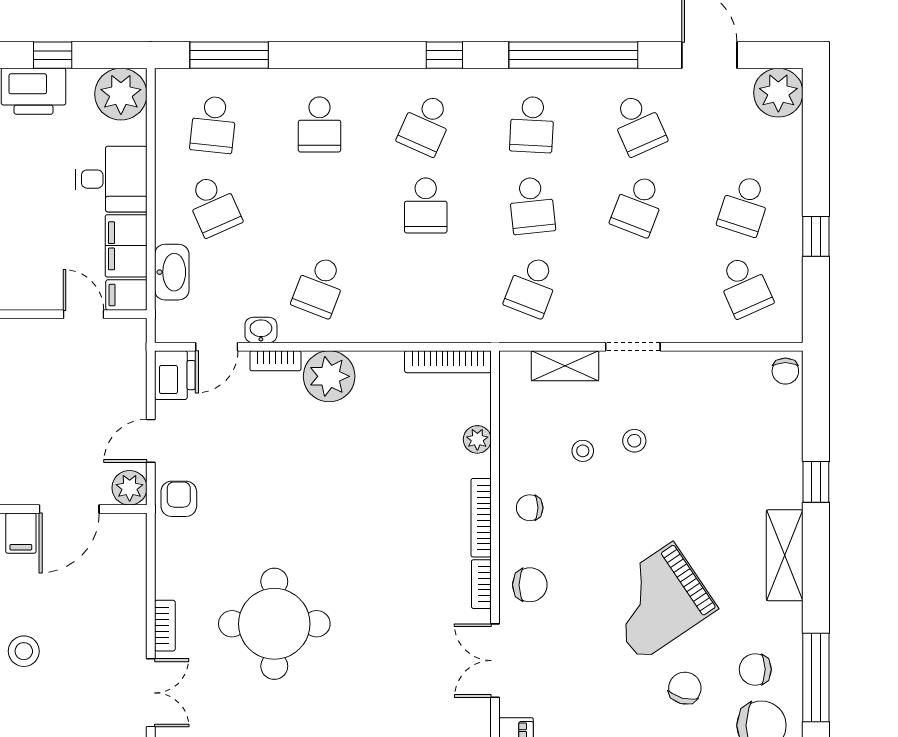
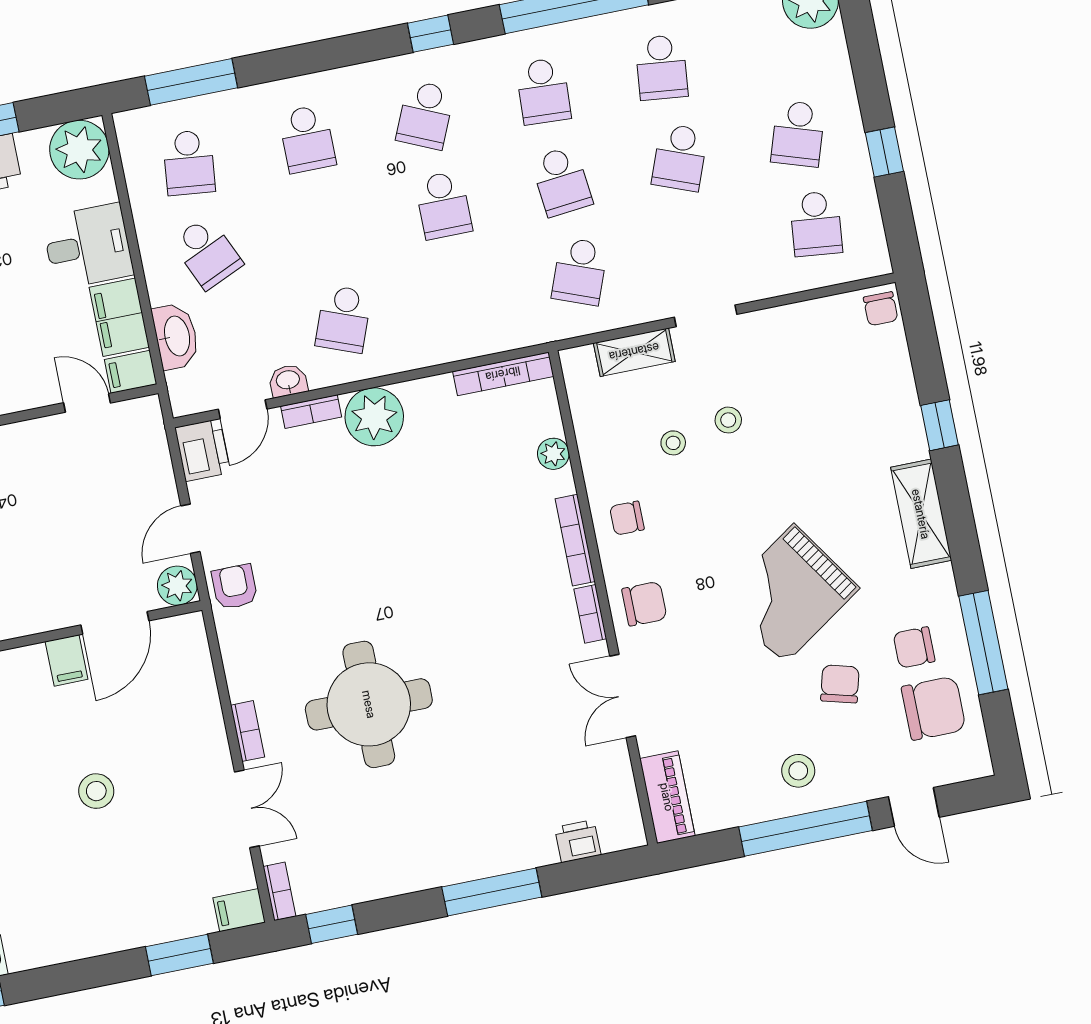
school desk: (638, 124) -> (662, 67), turned 30
school desk: (744, 286) -> (816, 224), turned 30

